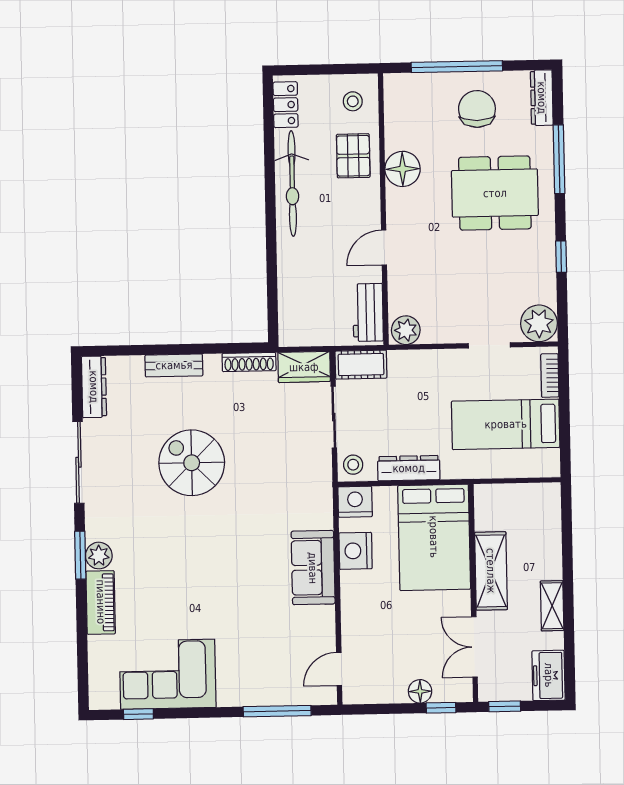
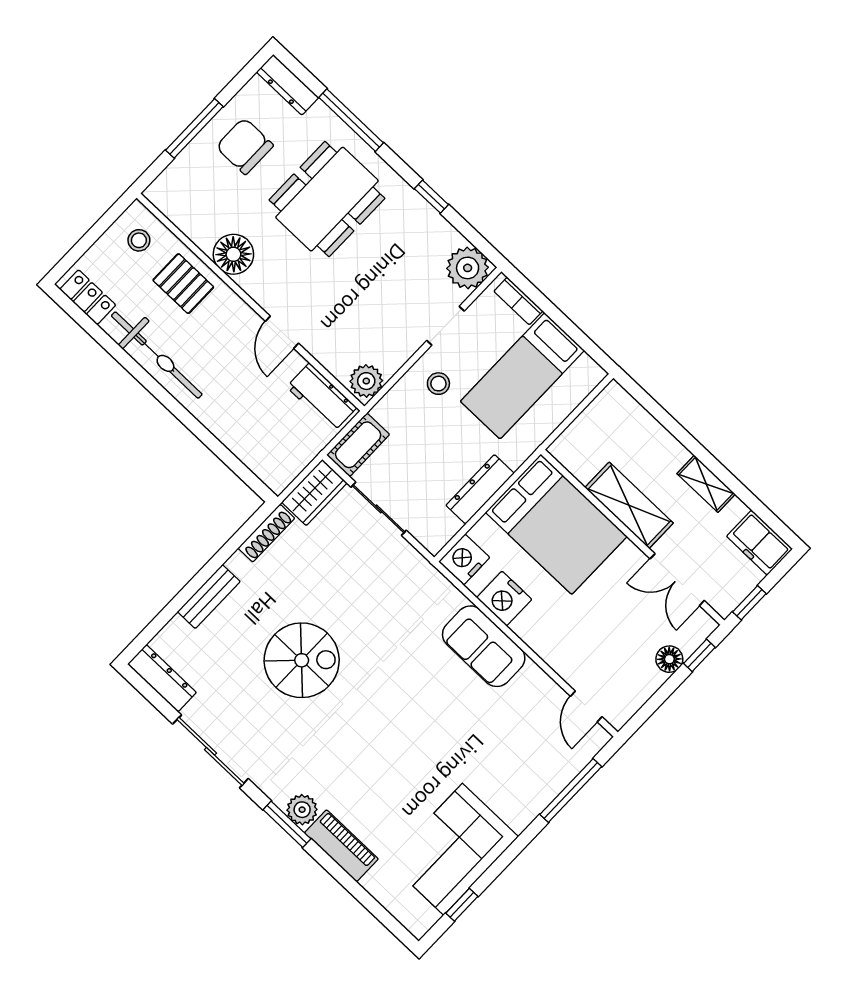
window: (457, 67) -> (194, 128), width x0.68
spiral stairs: (192, 463) -> (302, 660), turned 180
stool: (353, 465) -> (438, 384), moved

